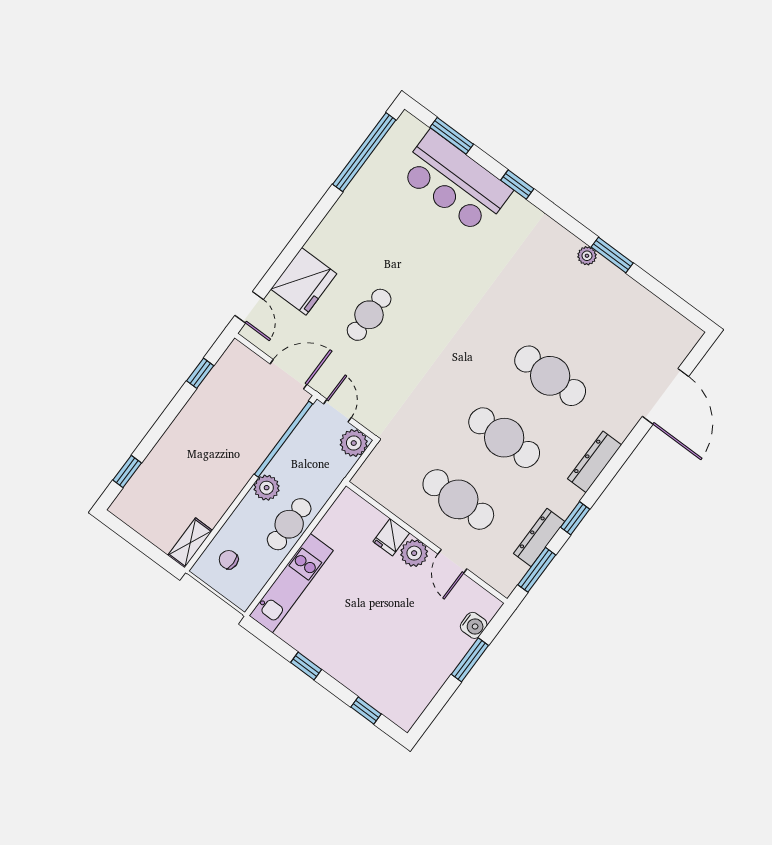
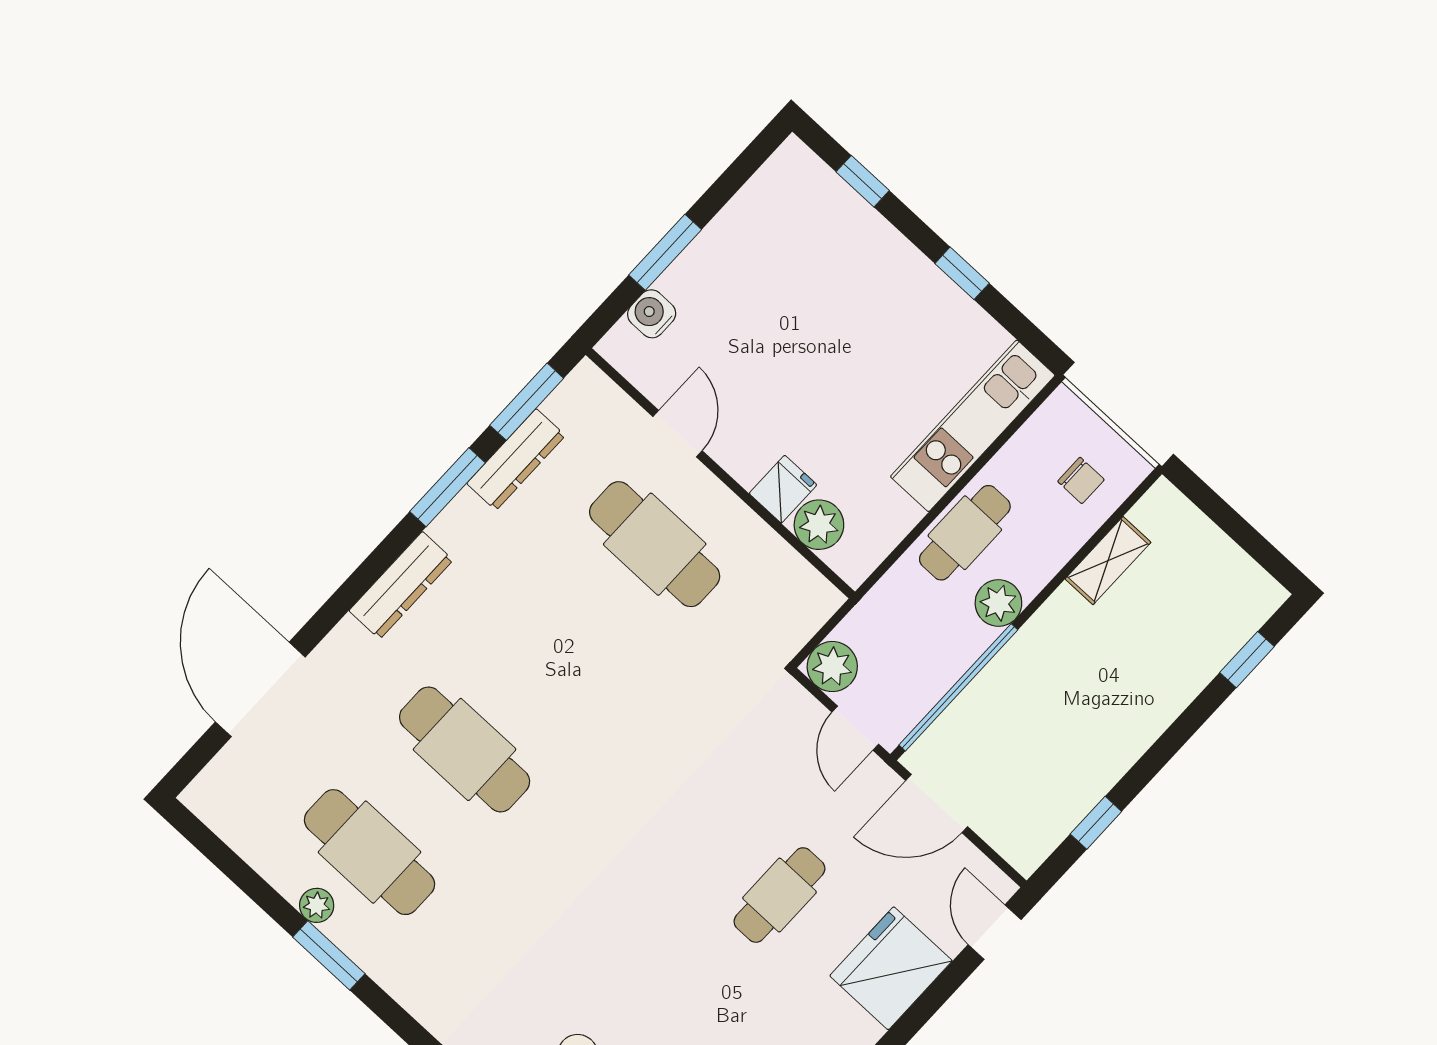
plant: (587, 256) -> (317, 905), moved
cafe table: (504, 438) -> (370, 852), moved
window: (575, 518) -> (447, 487), width x1.50
shelving: (190, 543) -> (1108, 561), moved
plant: (414, 553) -> (819, 525), moved

